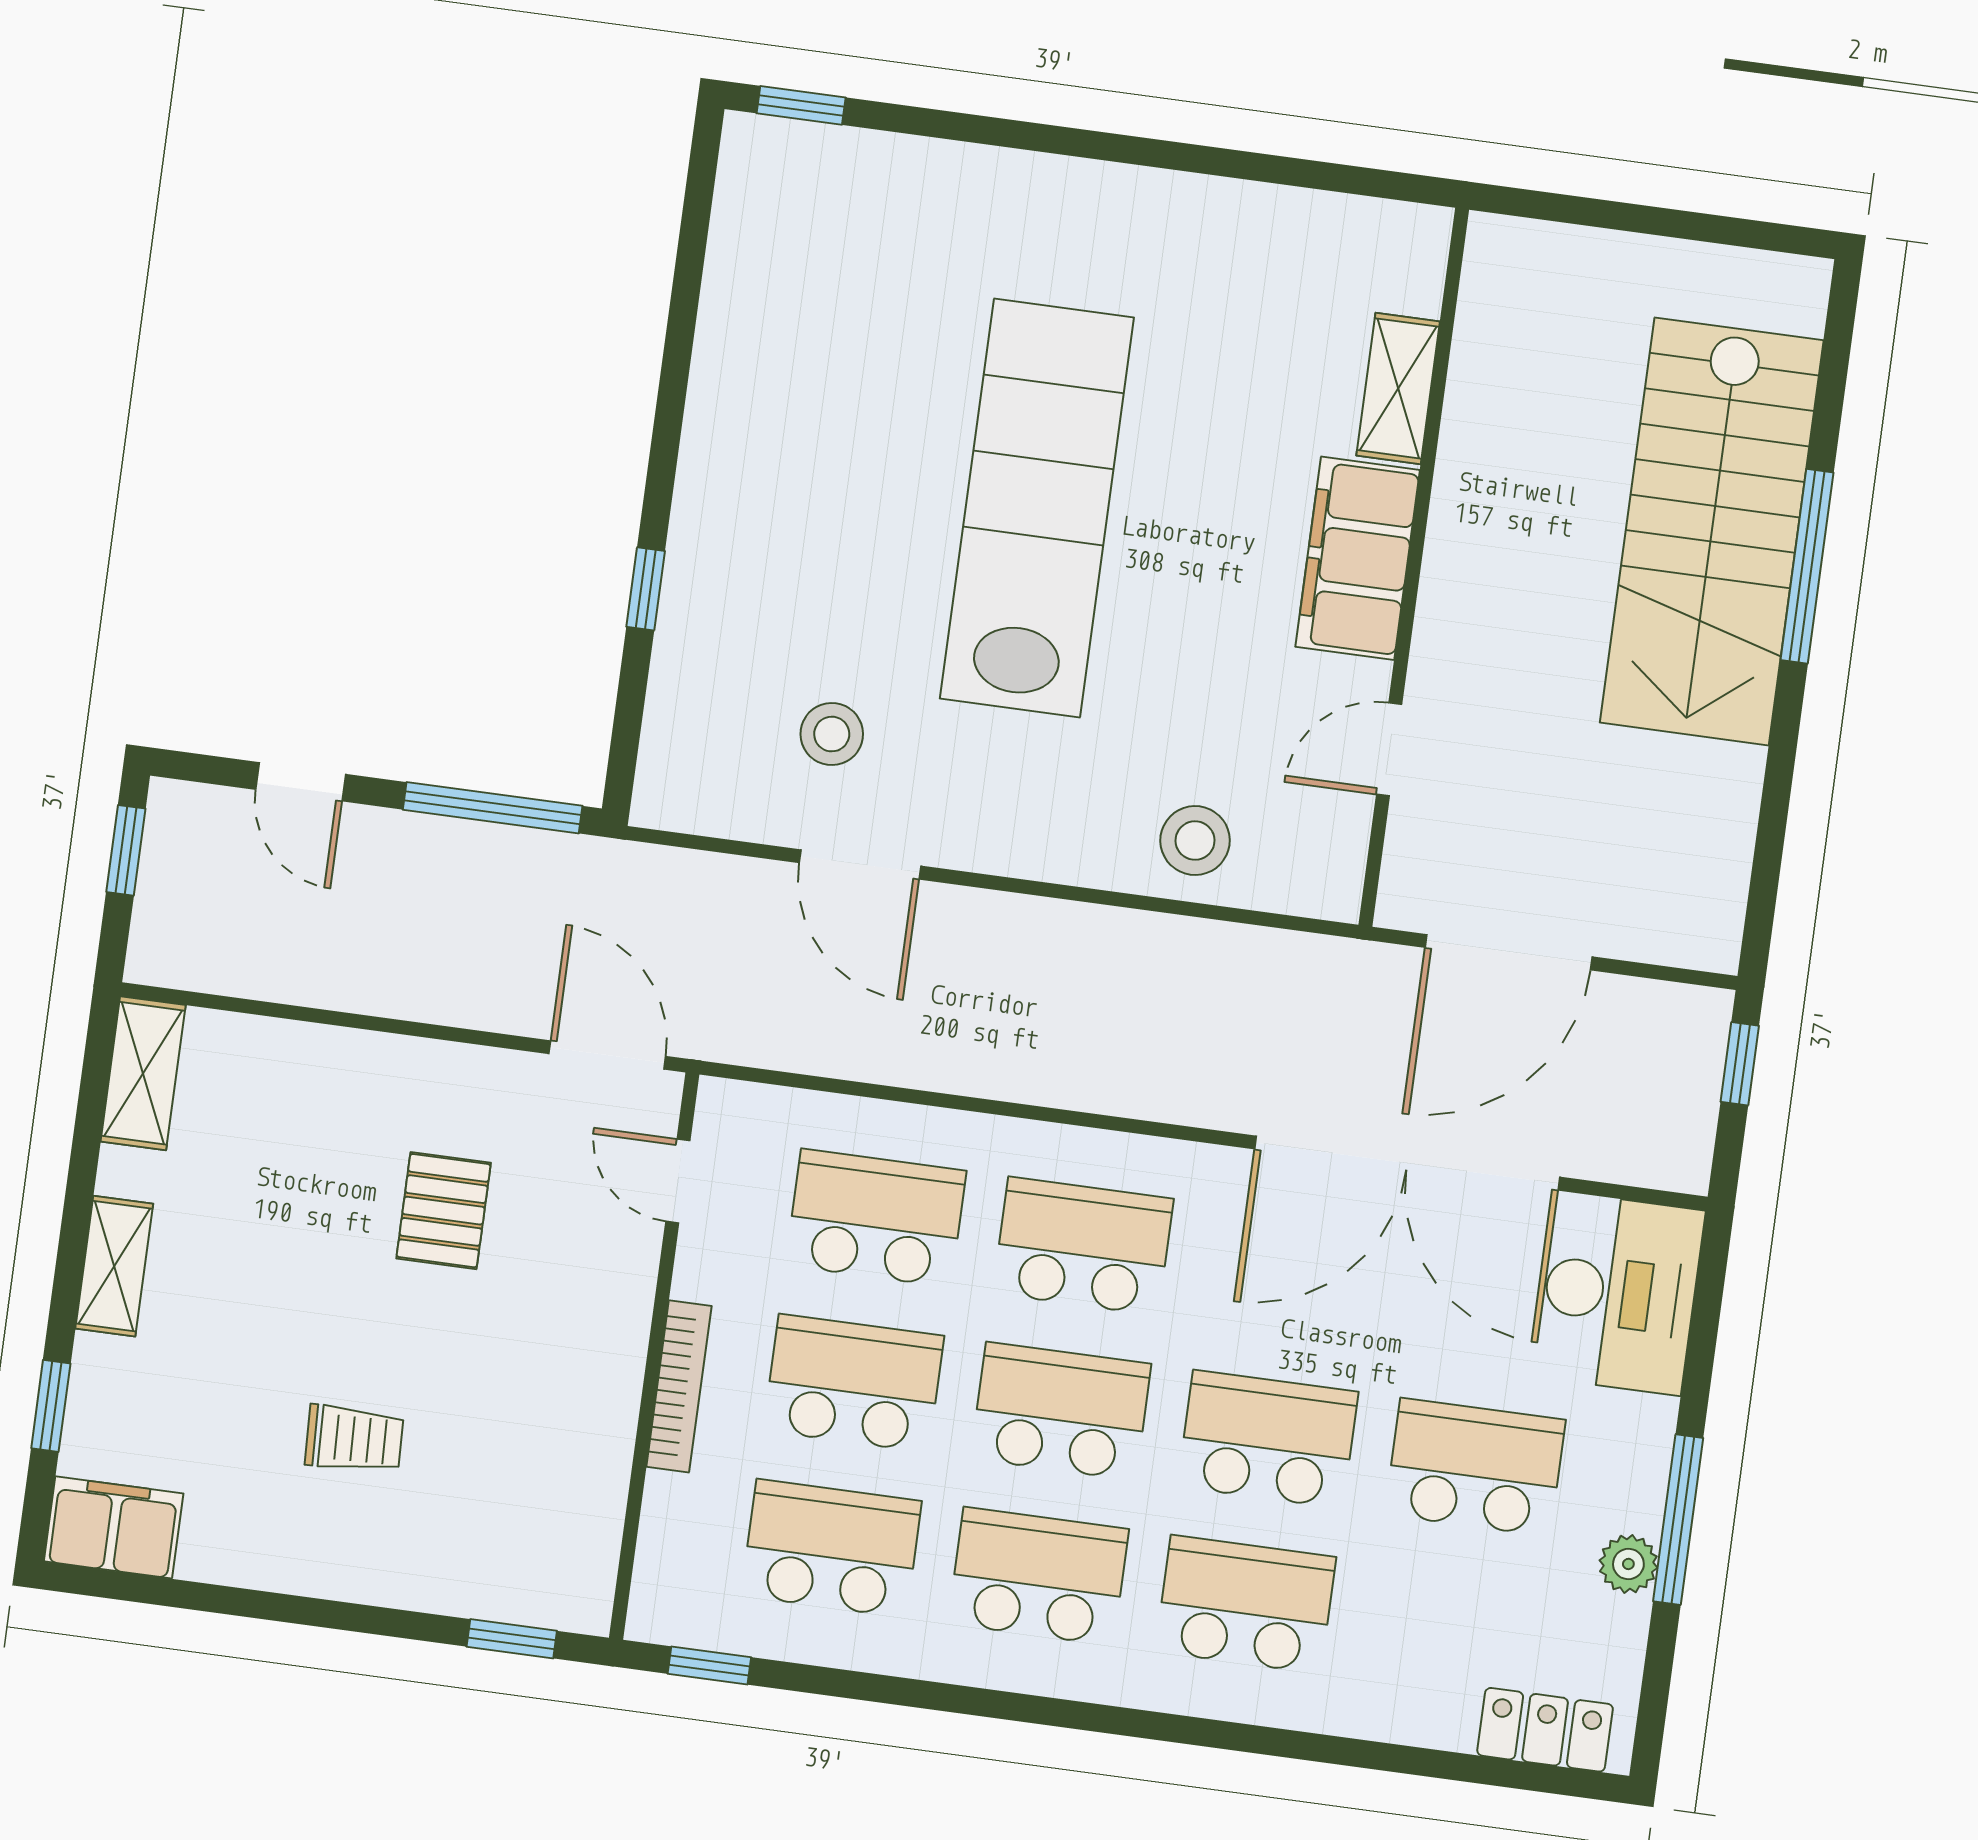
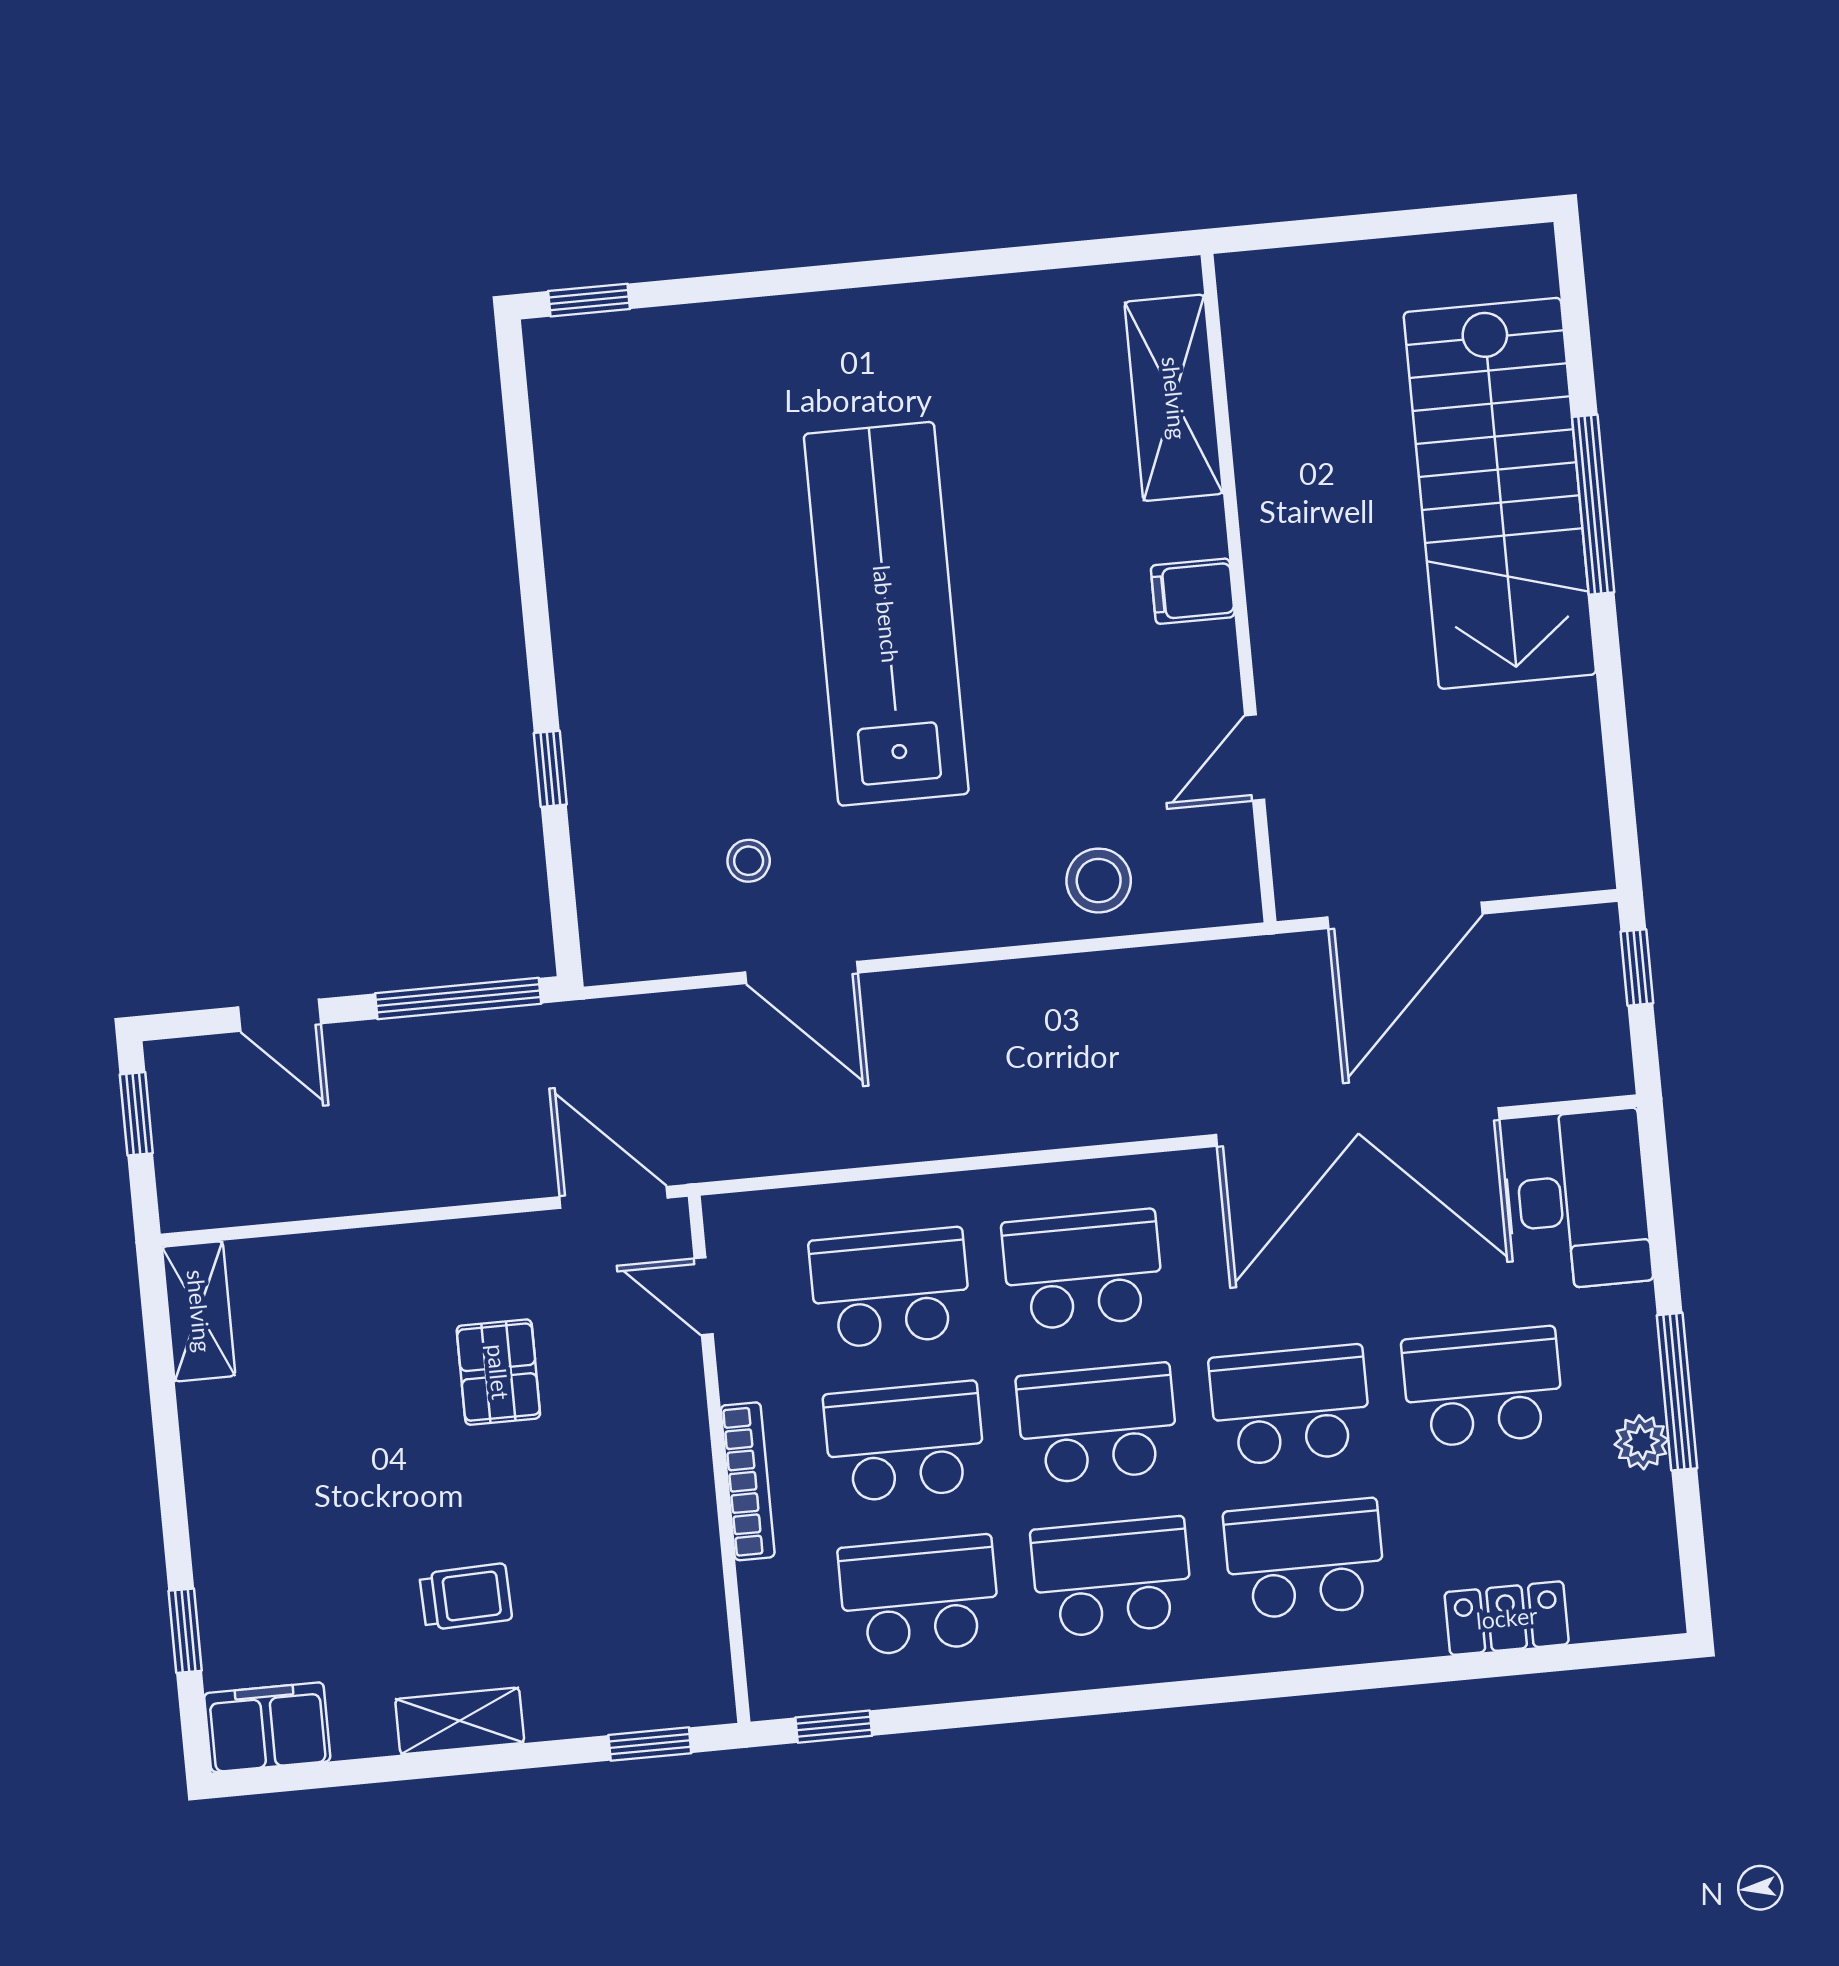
shelving: (1398, 388) -> (1174, 398), width x1.50, depth x1.33
filing cabinet: (1358, 558) -> (1193, 591), width x0.33, depth x0.86
stool: (832, 734) -> (749, 861), width x0.73, depth x0.73
shelving: (114, 1266) -> (460, 1721), moved, turned 90
locker: (1545, 1730) -> (1507, 1618), moved

